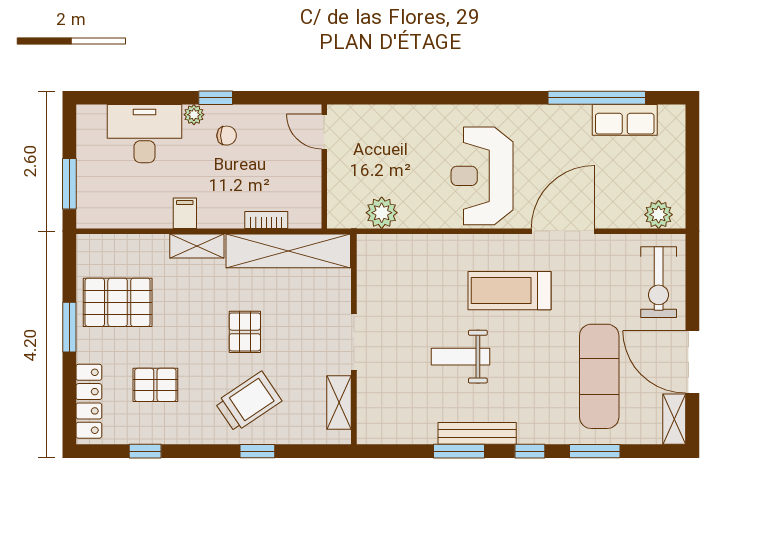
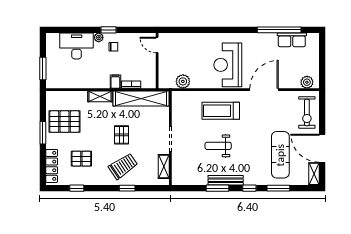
filing cabinet: (185, 213) -> (115, 82), moved
treadmill: (509, 291) -> (221, 111), moved

